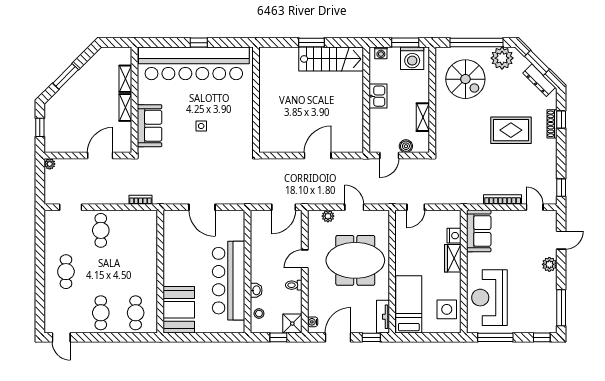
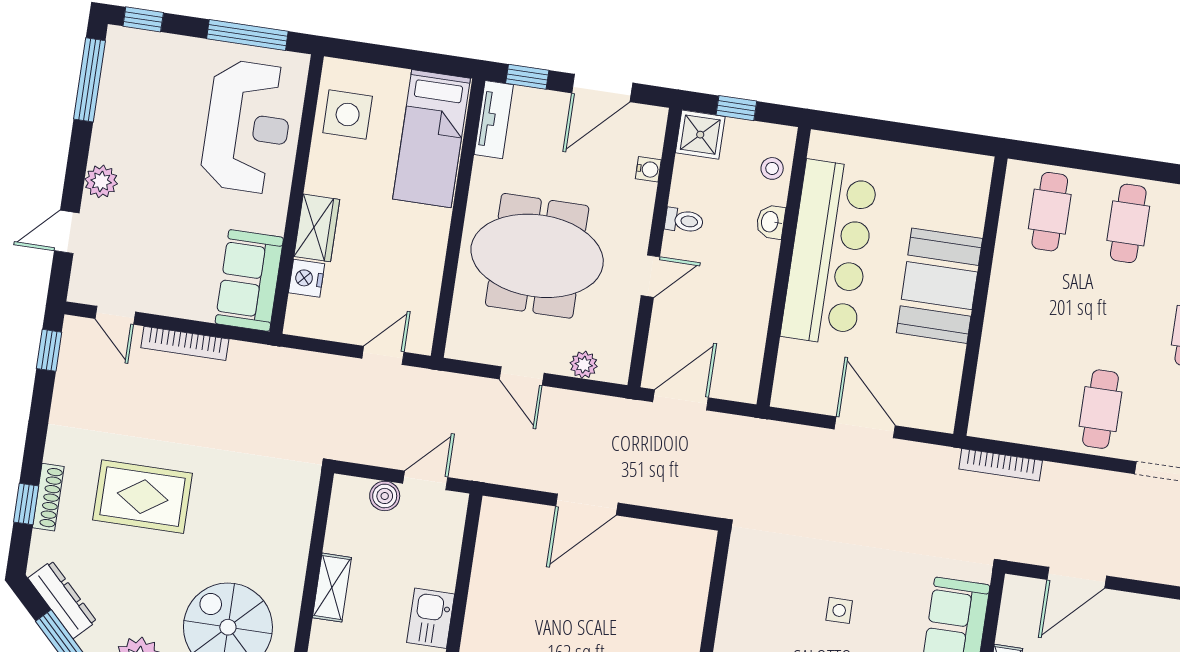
shelving: (423, 117) -> (332, 588), moved
bookcase: (141, 200) -> (1001, 465), width x1.56
booth: (179, 310) -> (939, 286), moved
water cooler: (313, 322) -> (648, 169), moved

